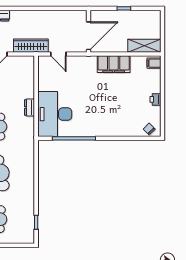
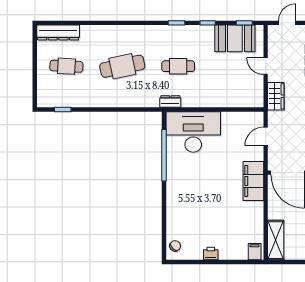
wardrobe: (31, 46) -> (276, 96), width x0.67
filing cabinet: (114, 64) -> (253, 181), moved
dresser: (29, 108) -> (170, 102), moved

